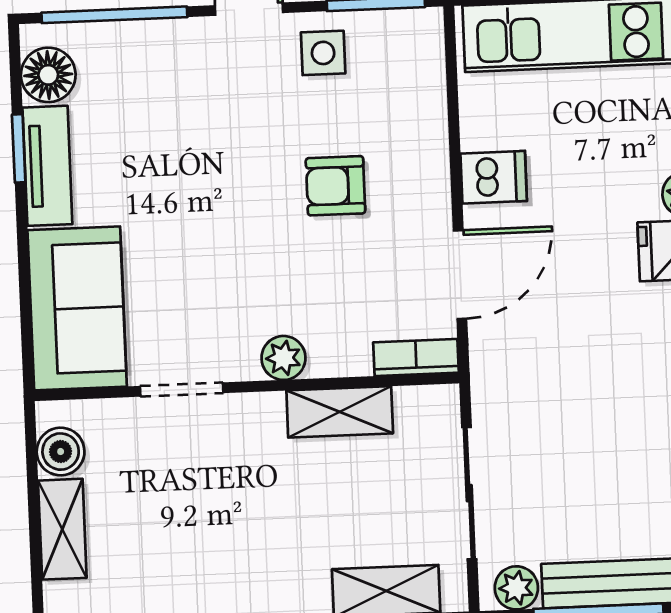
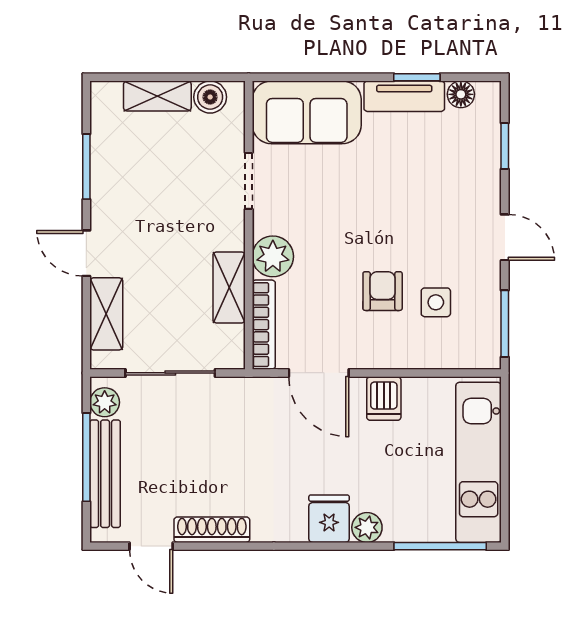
window: (114, 15) -> (505, 146), width x0.46
side table: (323, 53) -> (436, 302), moved
floor lamp: (48, 75) -> (461, 94), width x0.73, depth x0.73
plant: (283, 358) -> (273, 256), width x1.38, depth x1.38
bookcase: (416, 358) -> (264, 325), width x1.56

